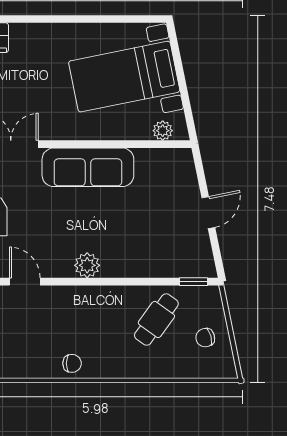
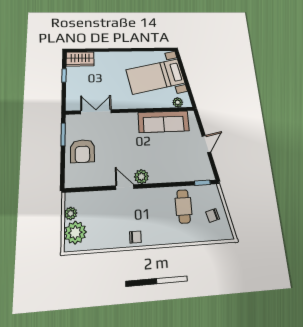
sofa: (88, 167) -> (164, 122), moved
door: (25, 282) -> (125, 187), moved
cafe table: (156, 319) -> (184, 206), turned -36

